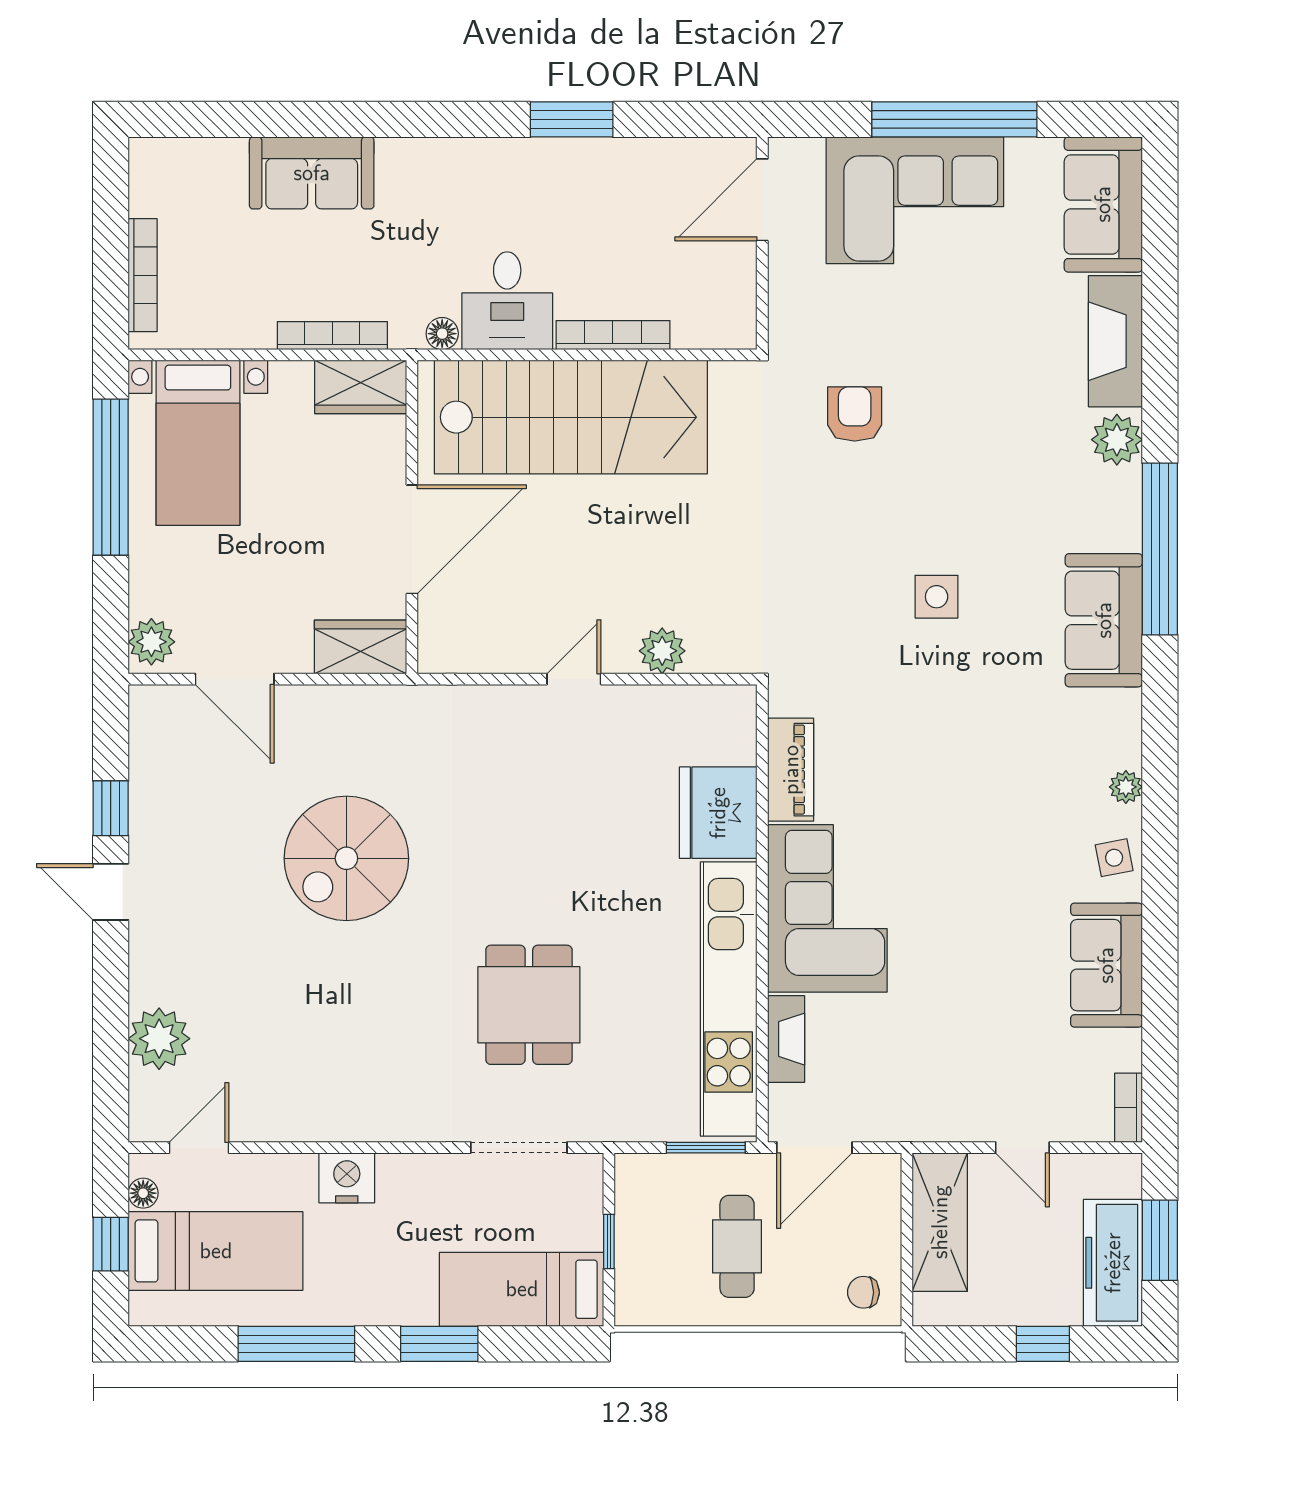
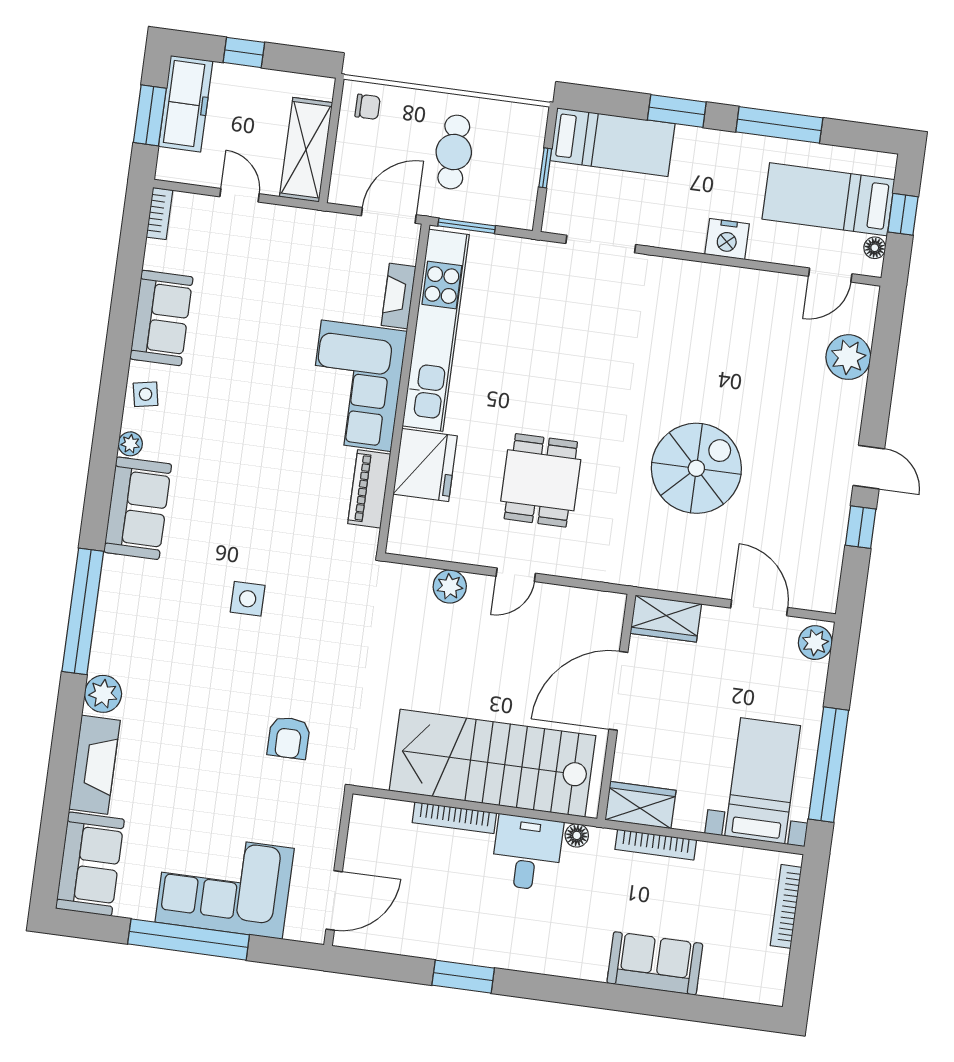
sofa: (1104, 620) -> (138, 508), moved
dining table: (529, 1005) -> (541, 480), moved

